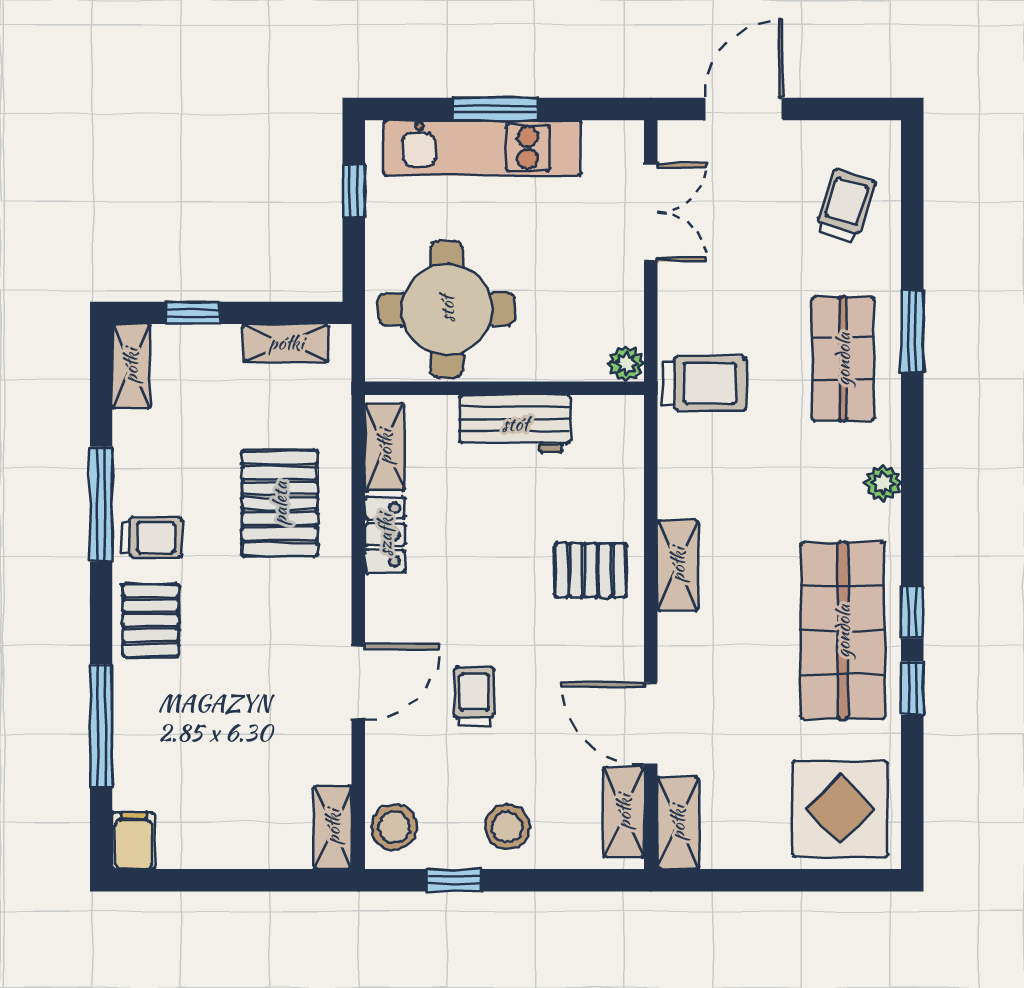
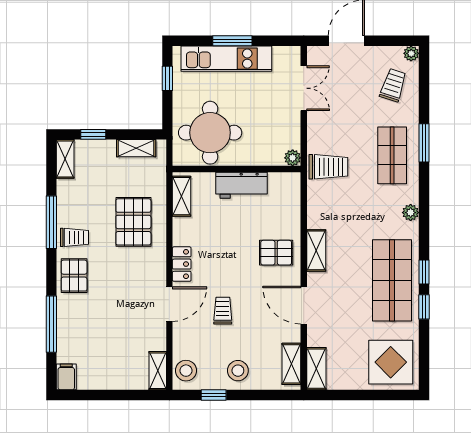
plant: (885, 137) -> (411, 53), added
locker: (385, 535) -> (182, 264), moved
door: (651, 724) -> (304, 305), moved

